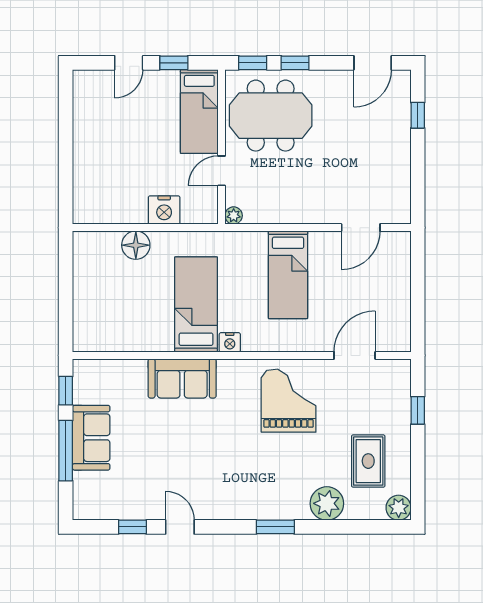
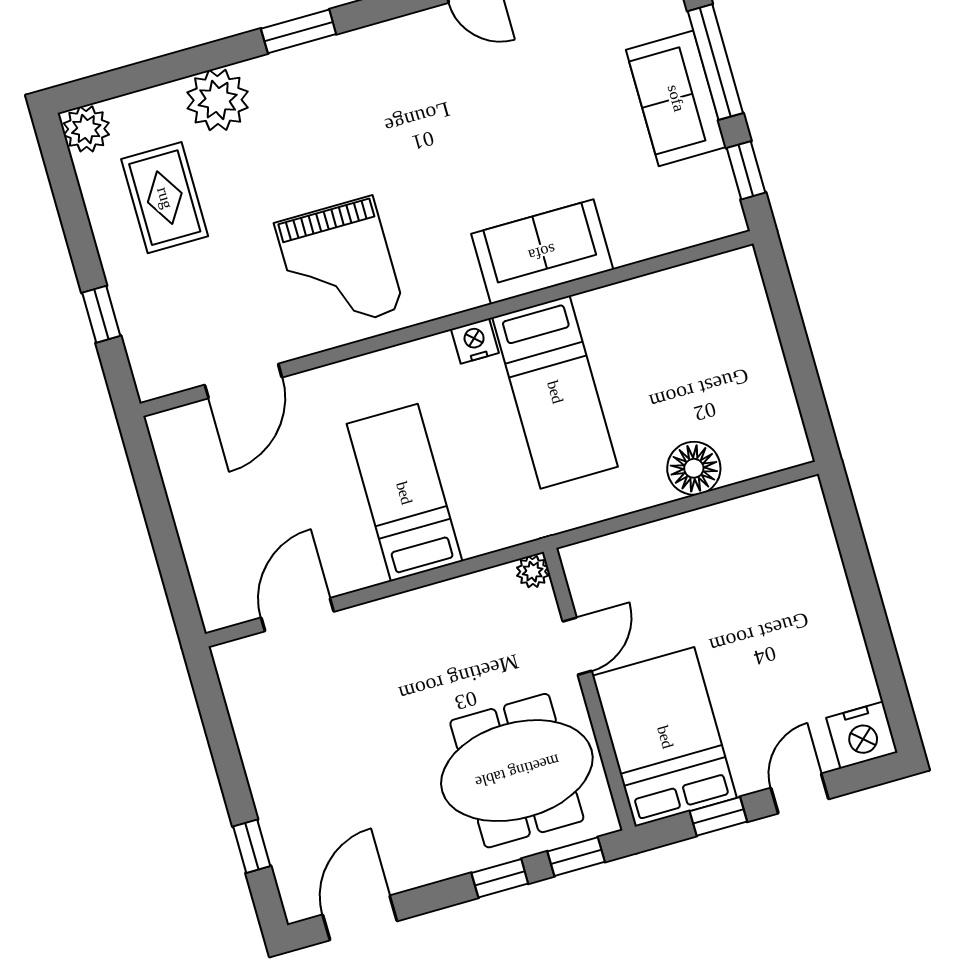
bed: (199, 111) -> (665, 737), width x1.50
nightstand: (164, 210) -> (862, 735), moved, turned 180

